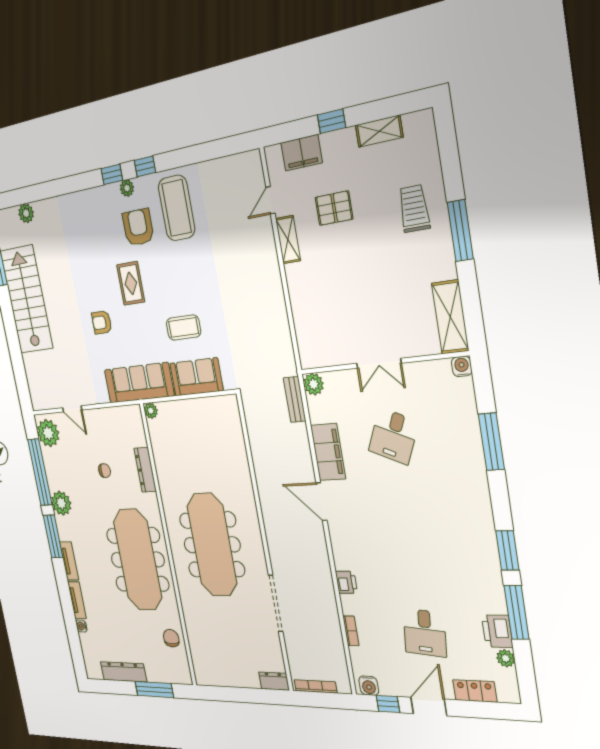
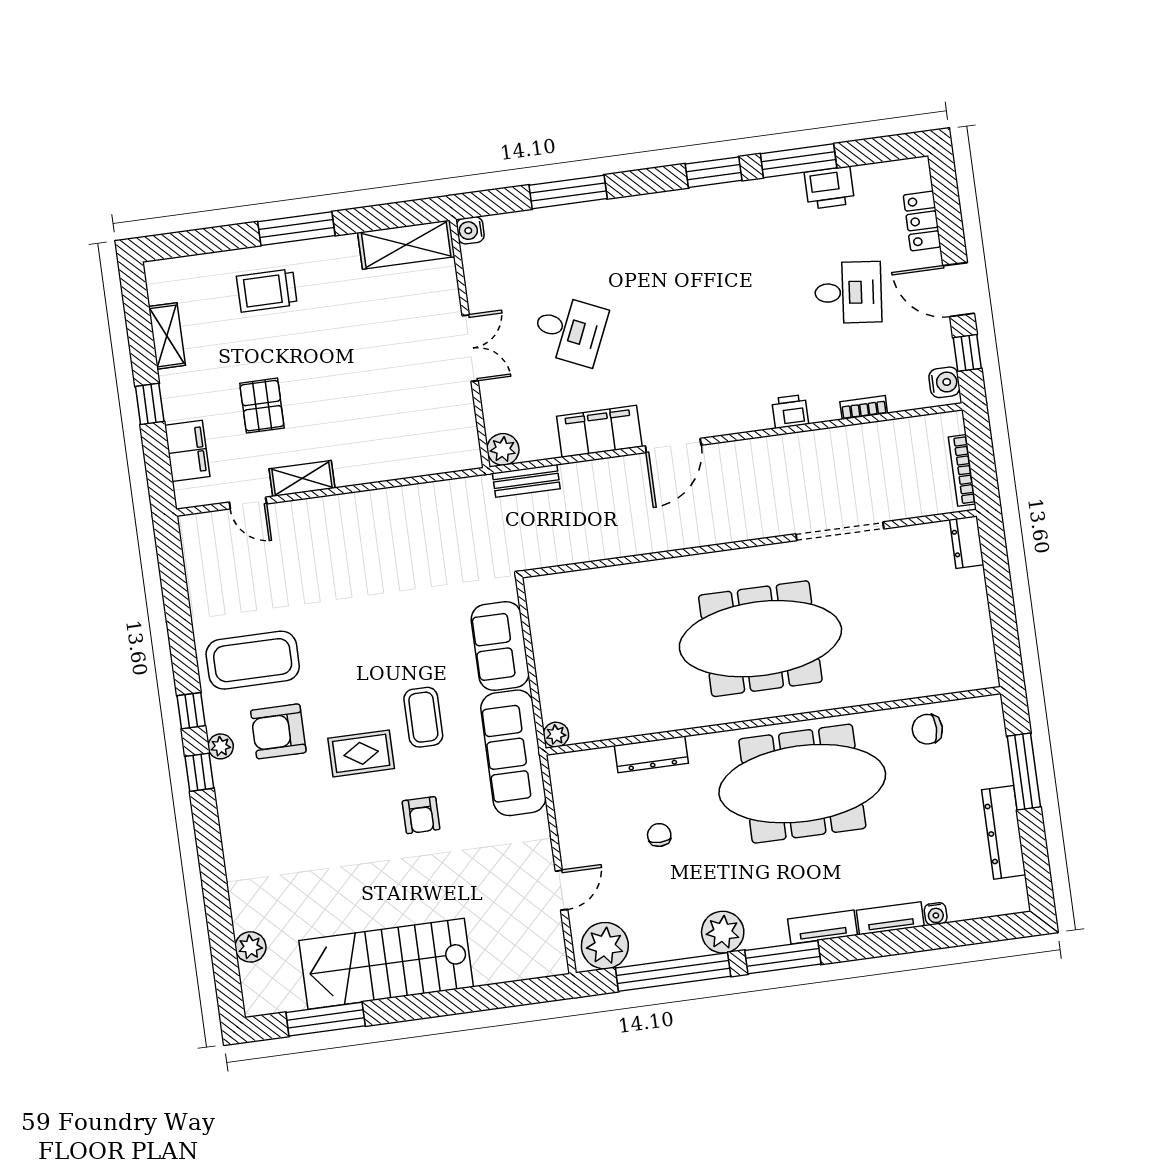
coffee table: (183, 328) -> (423, 717), moved
plant: (506, 658) -> (866, 176), removed

